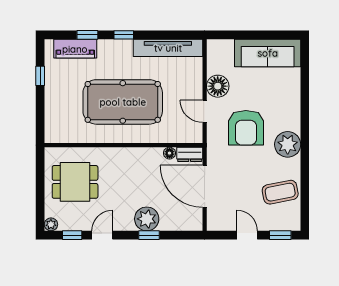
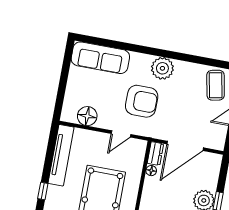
sofa: (268, 53) -> (100, 58), moved, turned 90
floor lamp: (218, 86) -> (87, 116), moved
coffee table: (280, 192) -> (216, 85), moved

